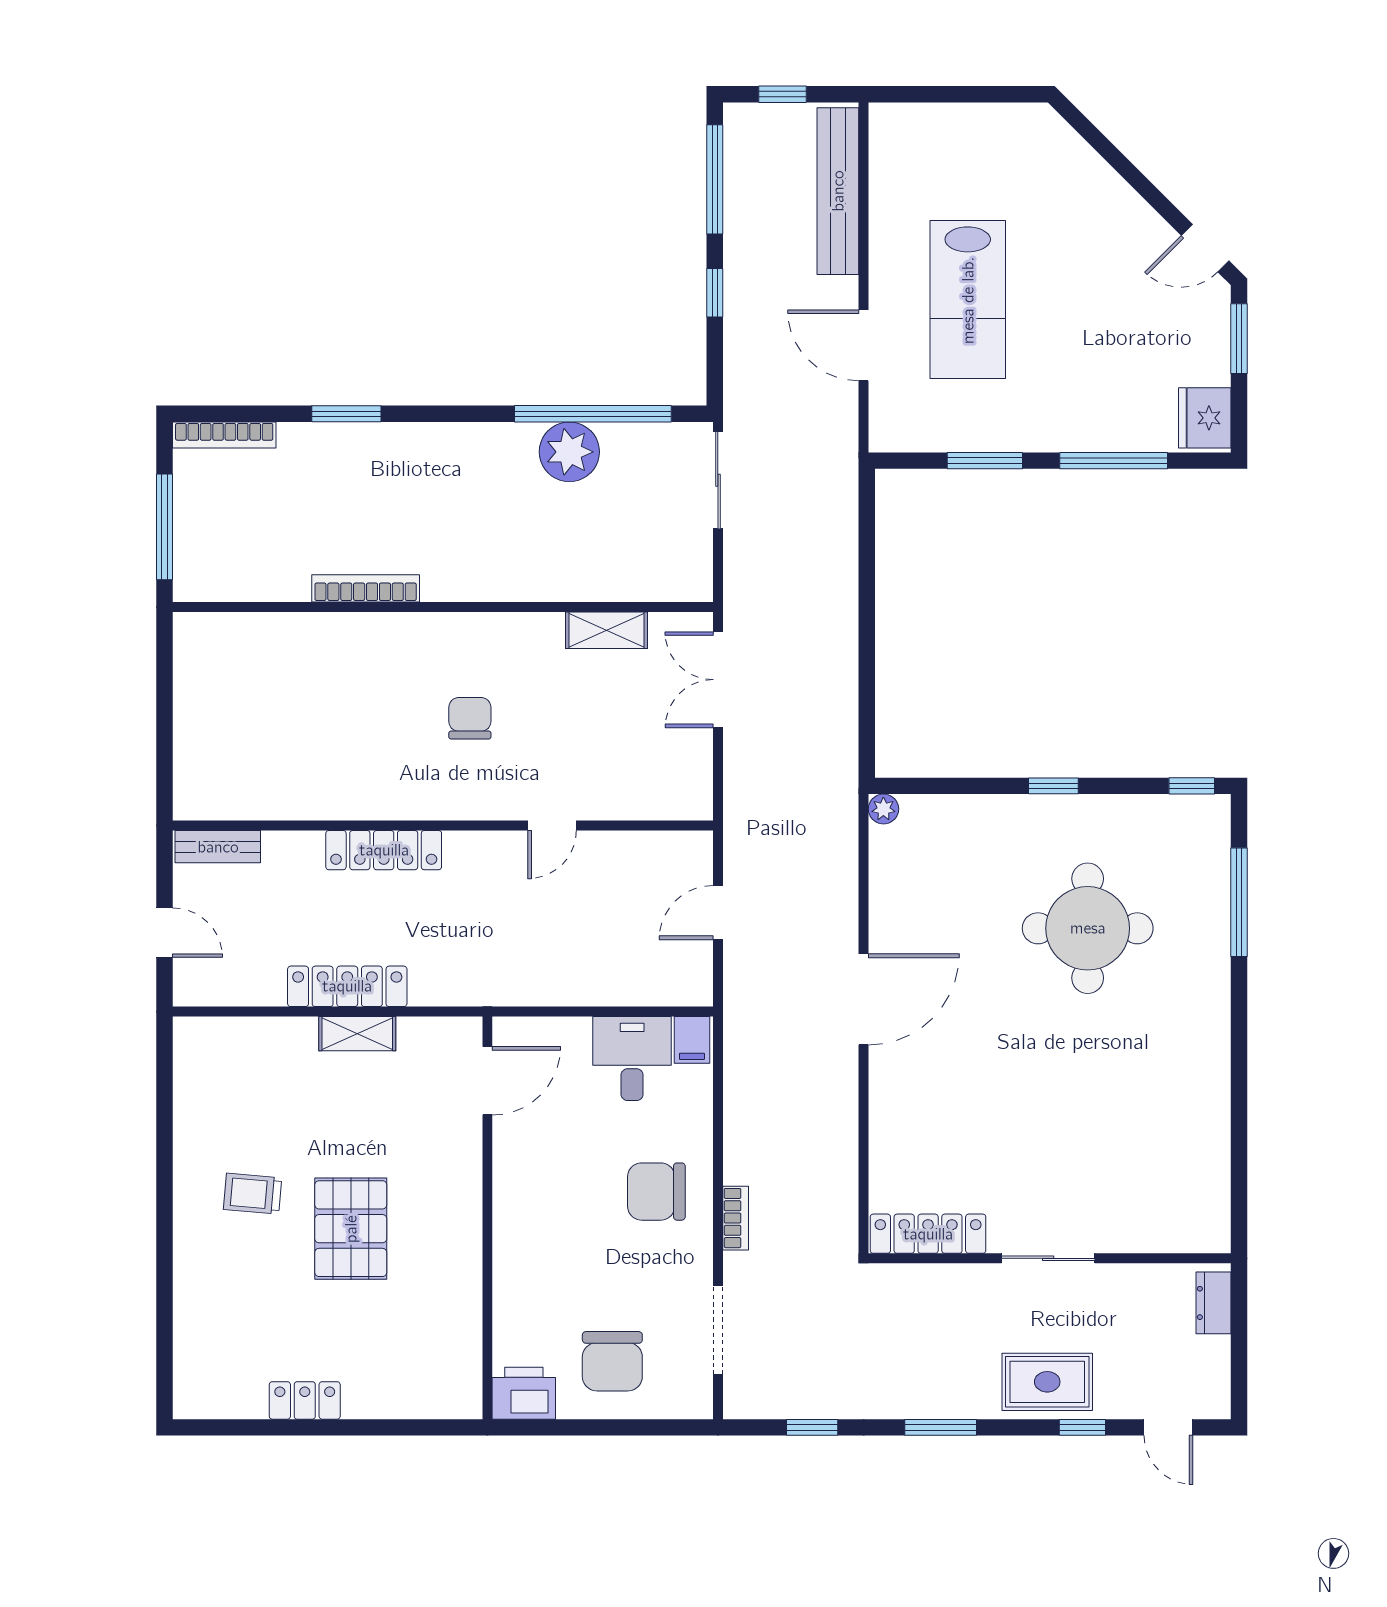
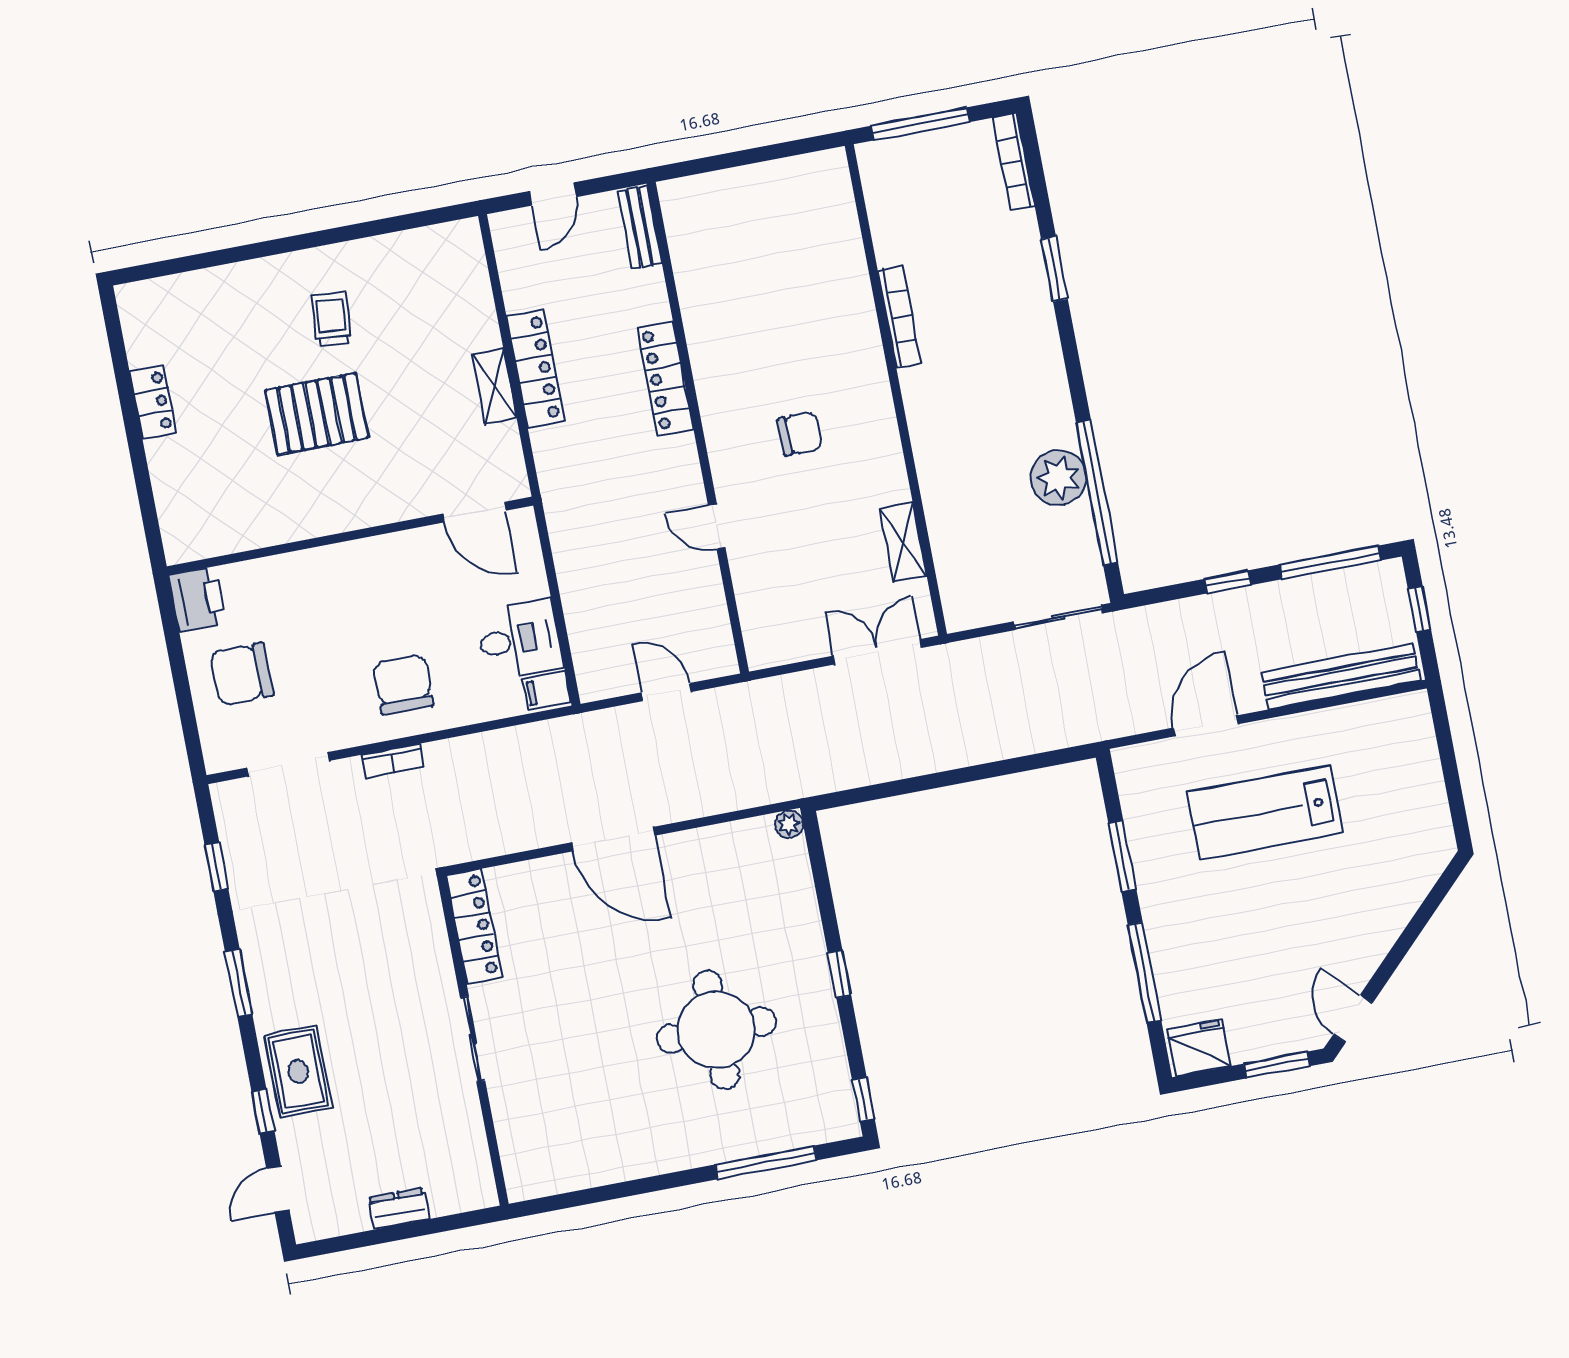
locker: (928, 1234) -> (474, 926), moved
sliding door: (1048, 1258) -> (473, 1039), moved
wall: (1050, 1258) -> (473, 1041), moved

